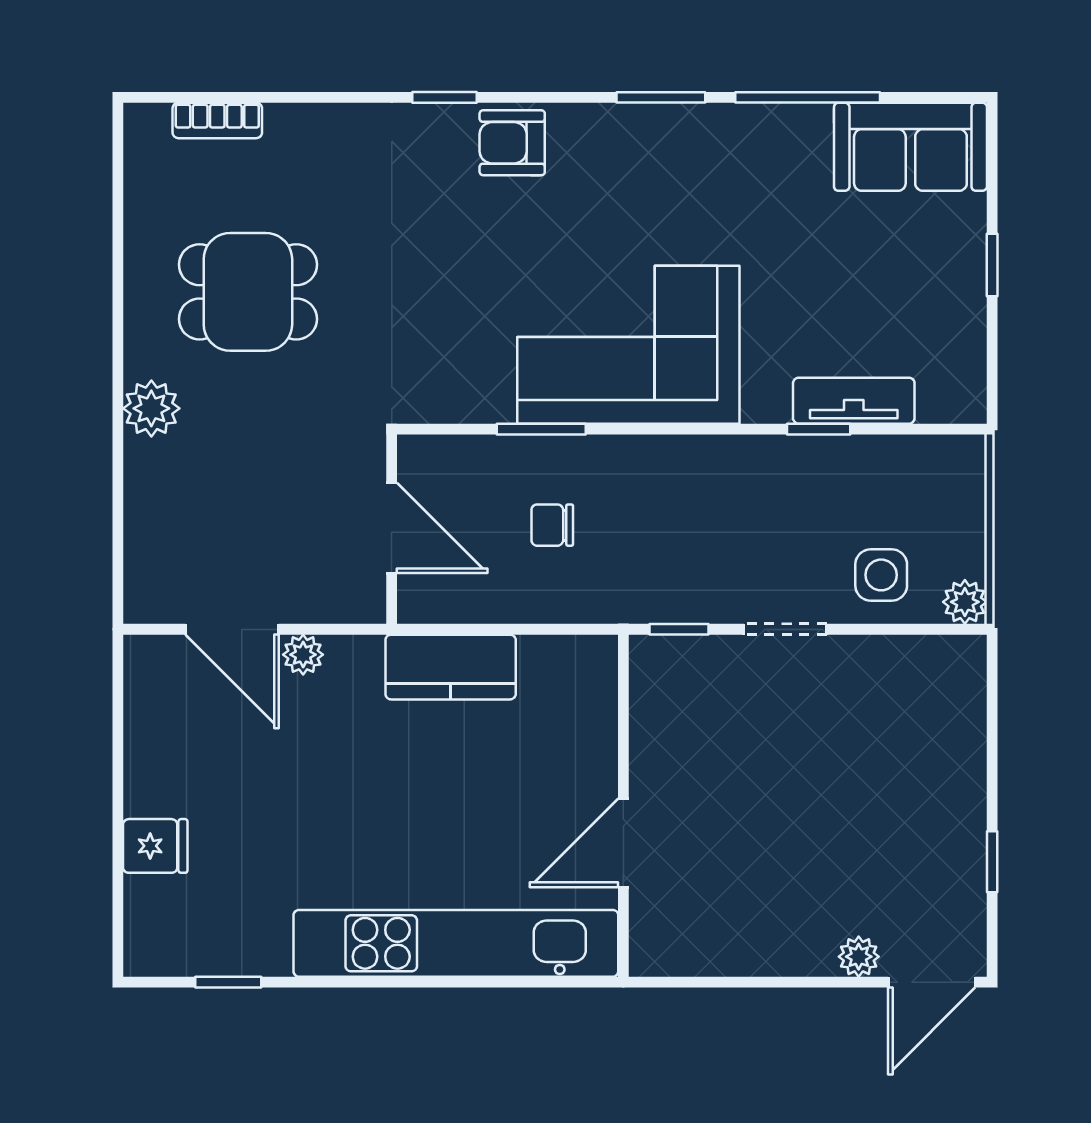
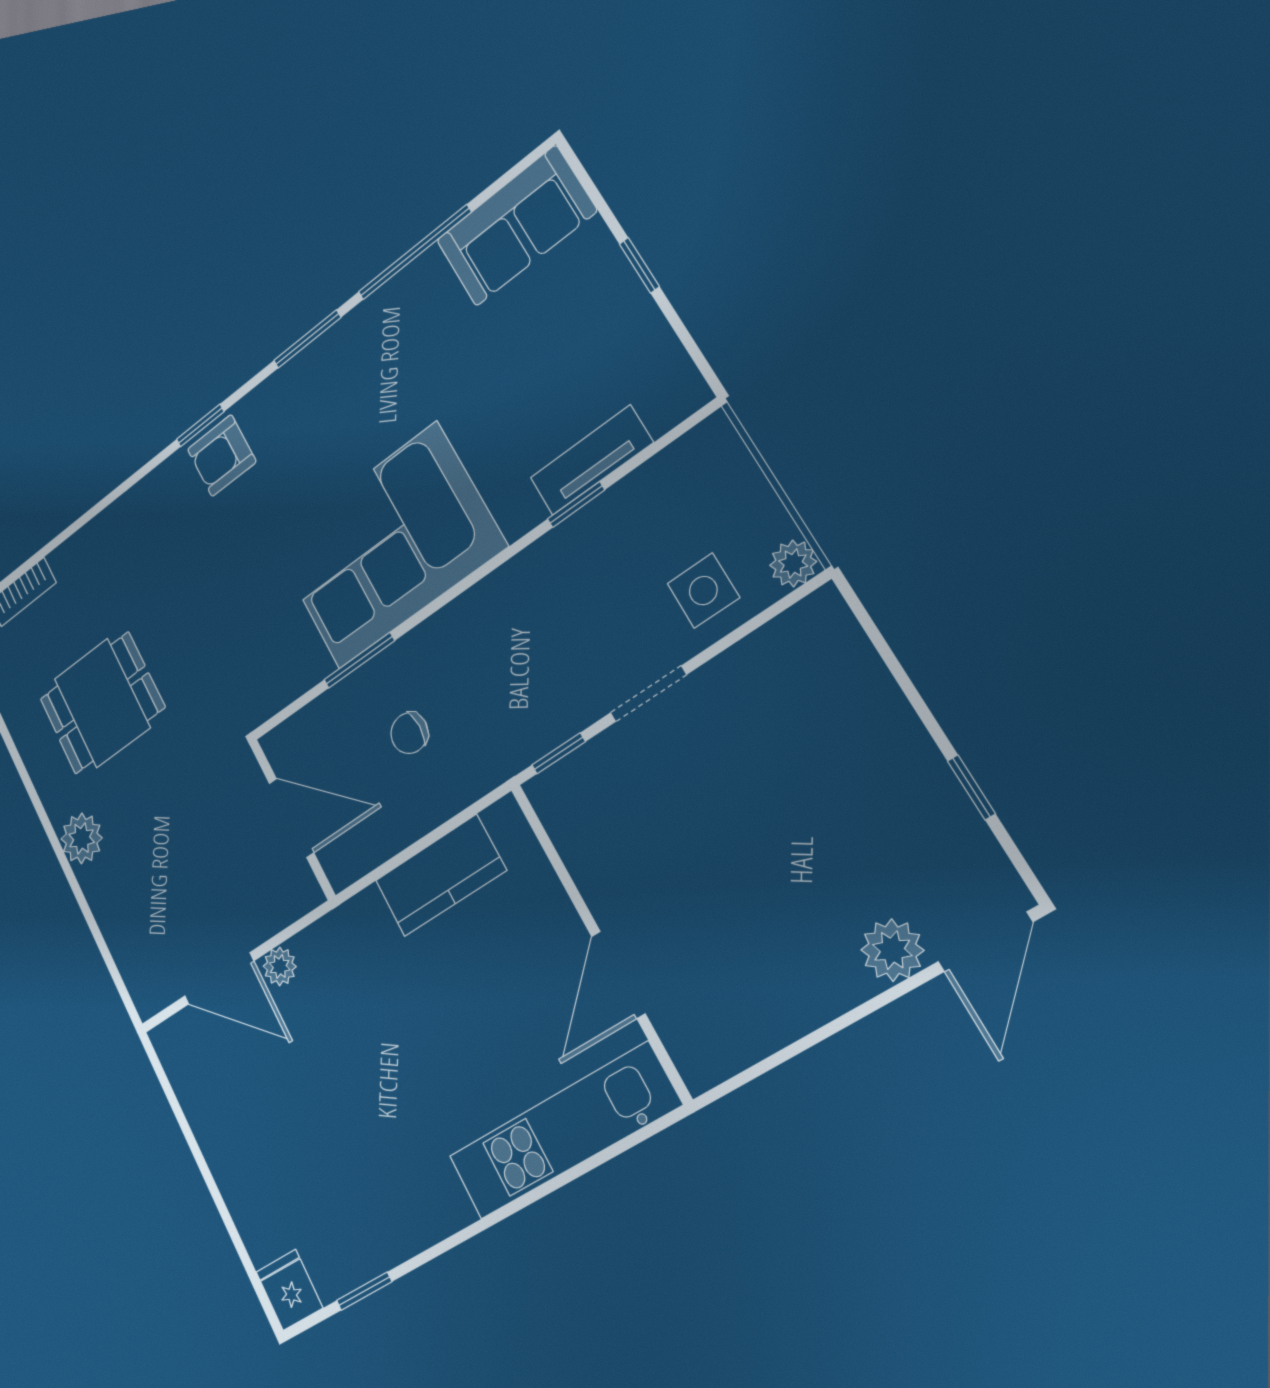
window: (444, 97) -> (200, 426), moved
kitchen counter: (451, 667) -> (440, 876), moved
fridge: (155, 846) -> (289, 1290), moved, turned -90
kitchen unit: (456, 943) -> (563, 1131), width x0.73
plant: (859, 957) -> (892, 950), width x1.38, depth x1.38

